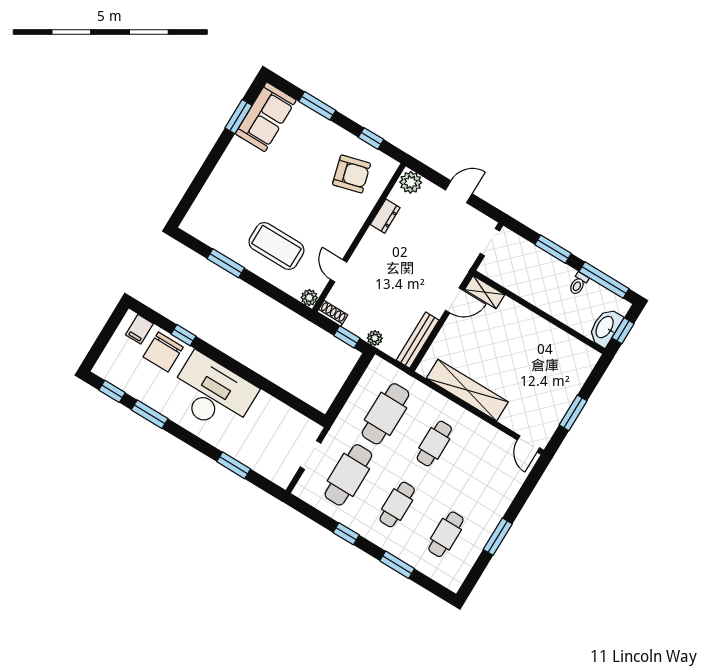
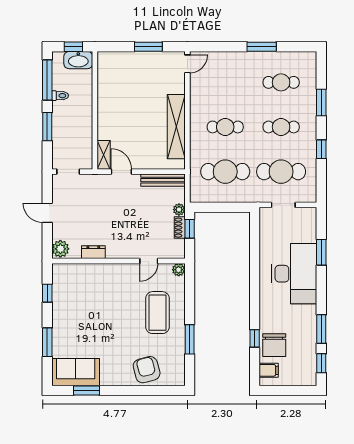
armchair: (352, 174) -> (147, 370), moved
shoe rack: (332, 313) -> (180, 228), moved
chair: (163, 352) -> (274, 345), turned 90
desk: (213, 393) -> (294, 274), moved, turned 180

